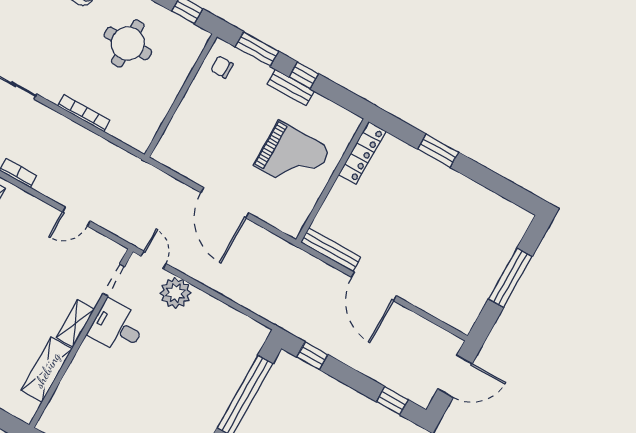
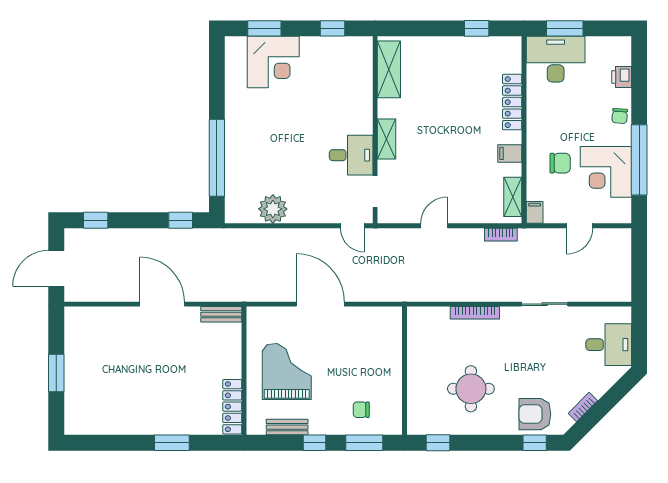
chair: (222, 67) -> (361, 410), moved, turned 180
bench: (291, 87) -> (287, 427), moved
grand piano: (292, 157) -> (287, 371), turned 90
bench: (331, 250) -> (221, 314), width x0.73
window: (510, 278) -> (56, 373), width x0.69
plant: (175, 293) -> (273, 209), moved
shelving: (47, 370) -> (389, 69), moved

